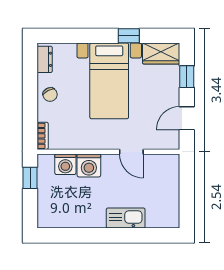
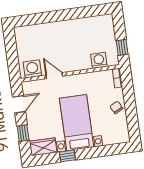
dresser: (45, 59) -> (124, 131), removed
washing machine: (89, 165) -> (32, 69), moved
kitchen sink: (126, 218) -> (52, 29), removed

